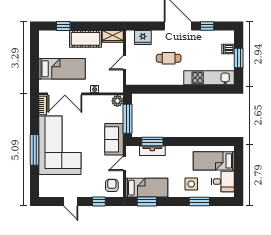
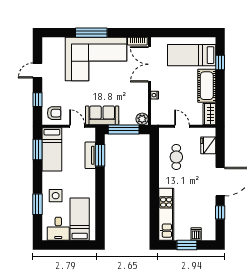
cafe table: (169, 58) -> (176, 157), moved
bed: (62, 69) -> (192, 55), moved, turned 90

